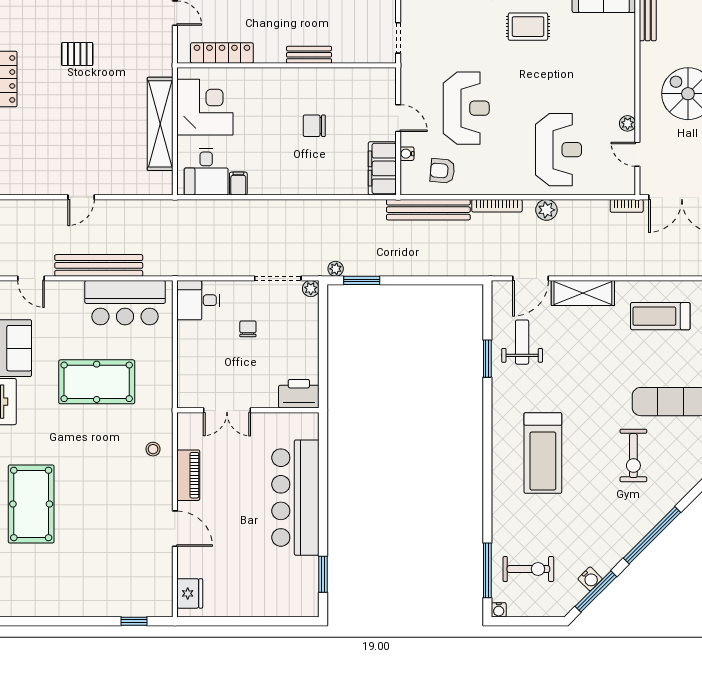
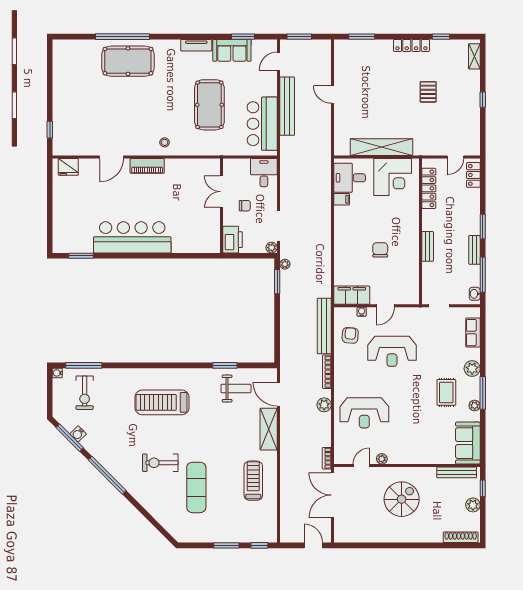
printer: (299, 394) -> (233, 240), moved
double door: (227, 410) -> (222, 192), moved
wall: (248, 410) -> (222, 206), moved

